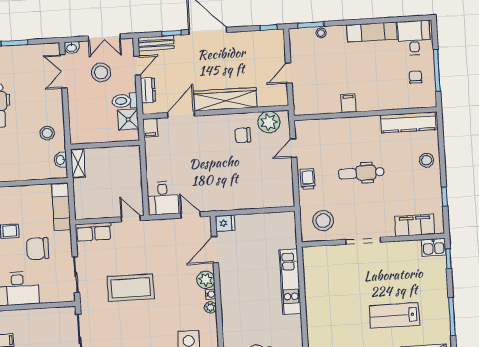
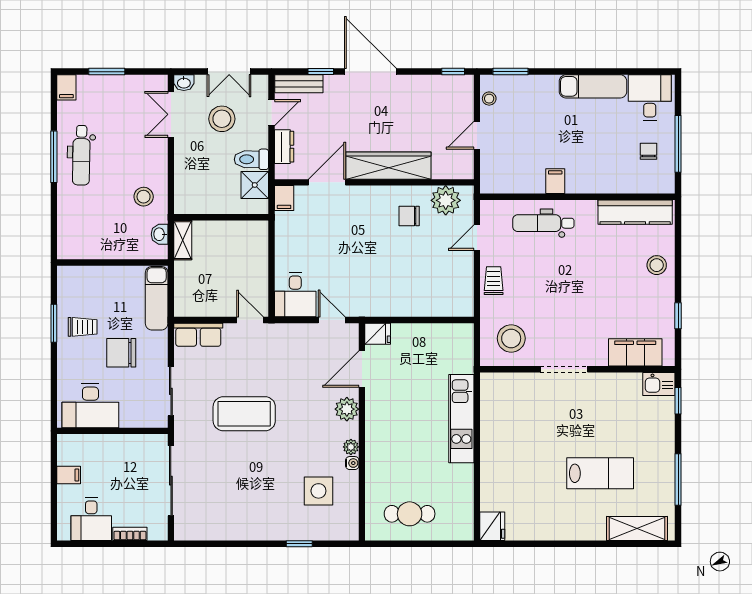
stool: (321, 33) -> (489, 99), moved
dental chair: (361, 173) -> (543, 223), moved
water cooler: (211, 294) -> (352, 463), moved
lab bench: (394, 315) -> (600, 473), turned 180

